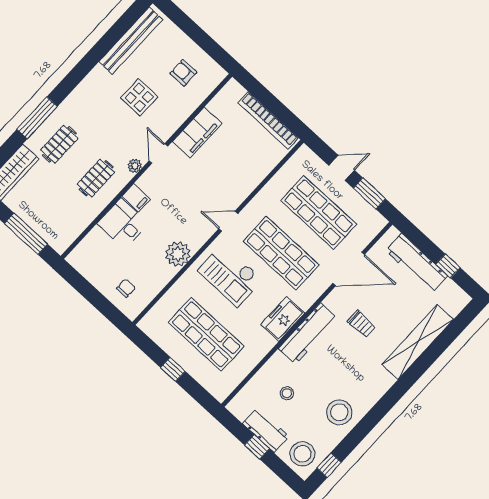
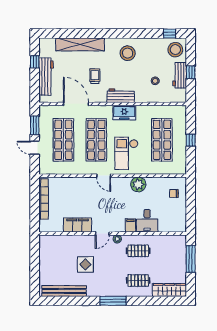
armchair: (183, 73) -> (57, 255), removed
window: (37, 118) -> (113, 301), moved
checkout: (230, 275) -> (126, 153), turned 180
workbench: (308, 334) -> (121, 96), width x0.73
stool: (339, 412) -> (128, 53), moved

